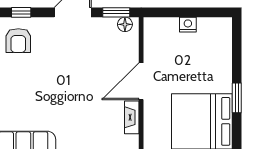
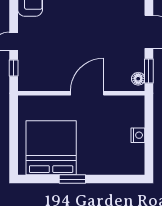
door: (141, 81) -> (87, 93), hinge flipped
fireplace: (132, 117) -> (55, 85), removed

